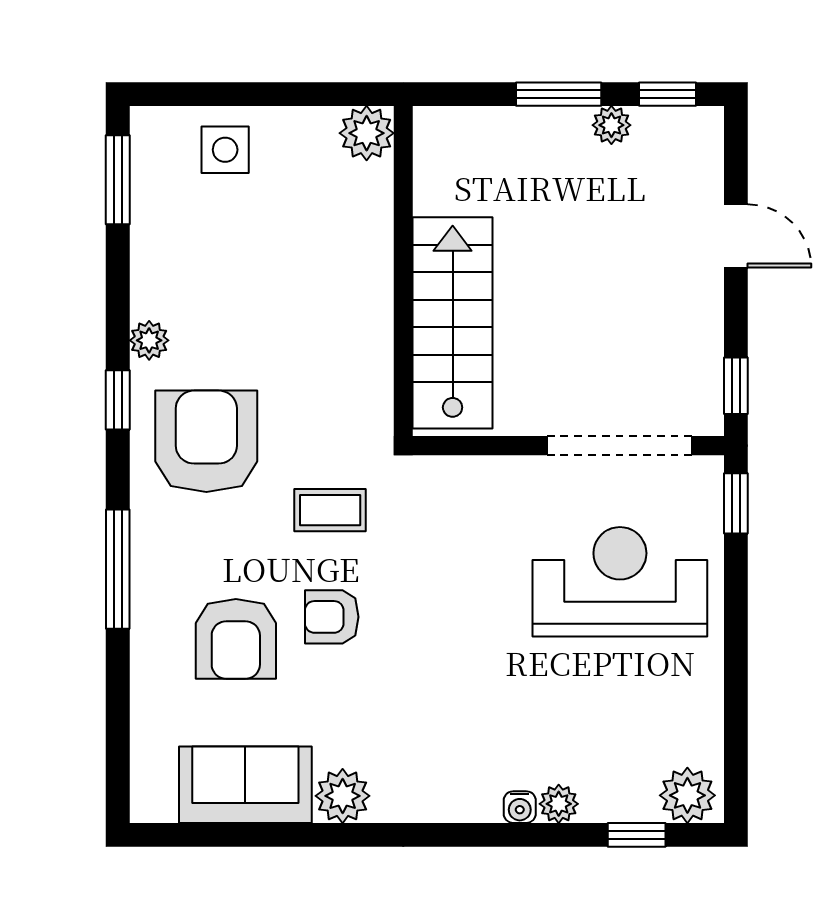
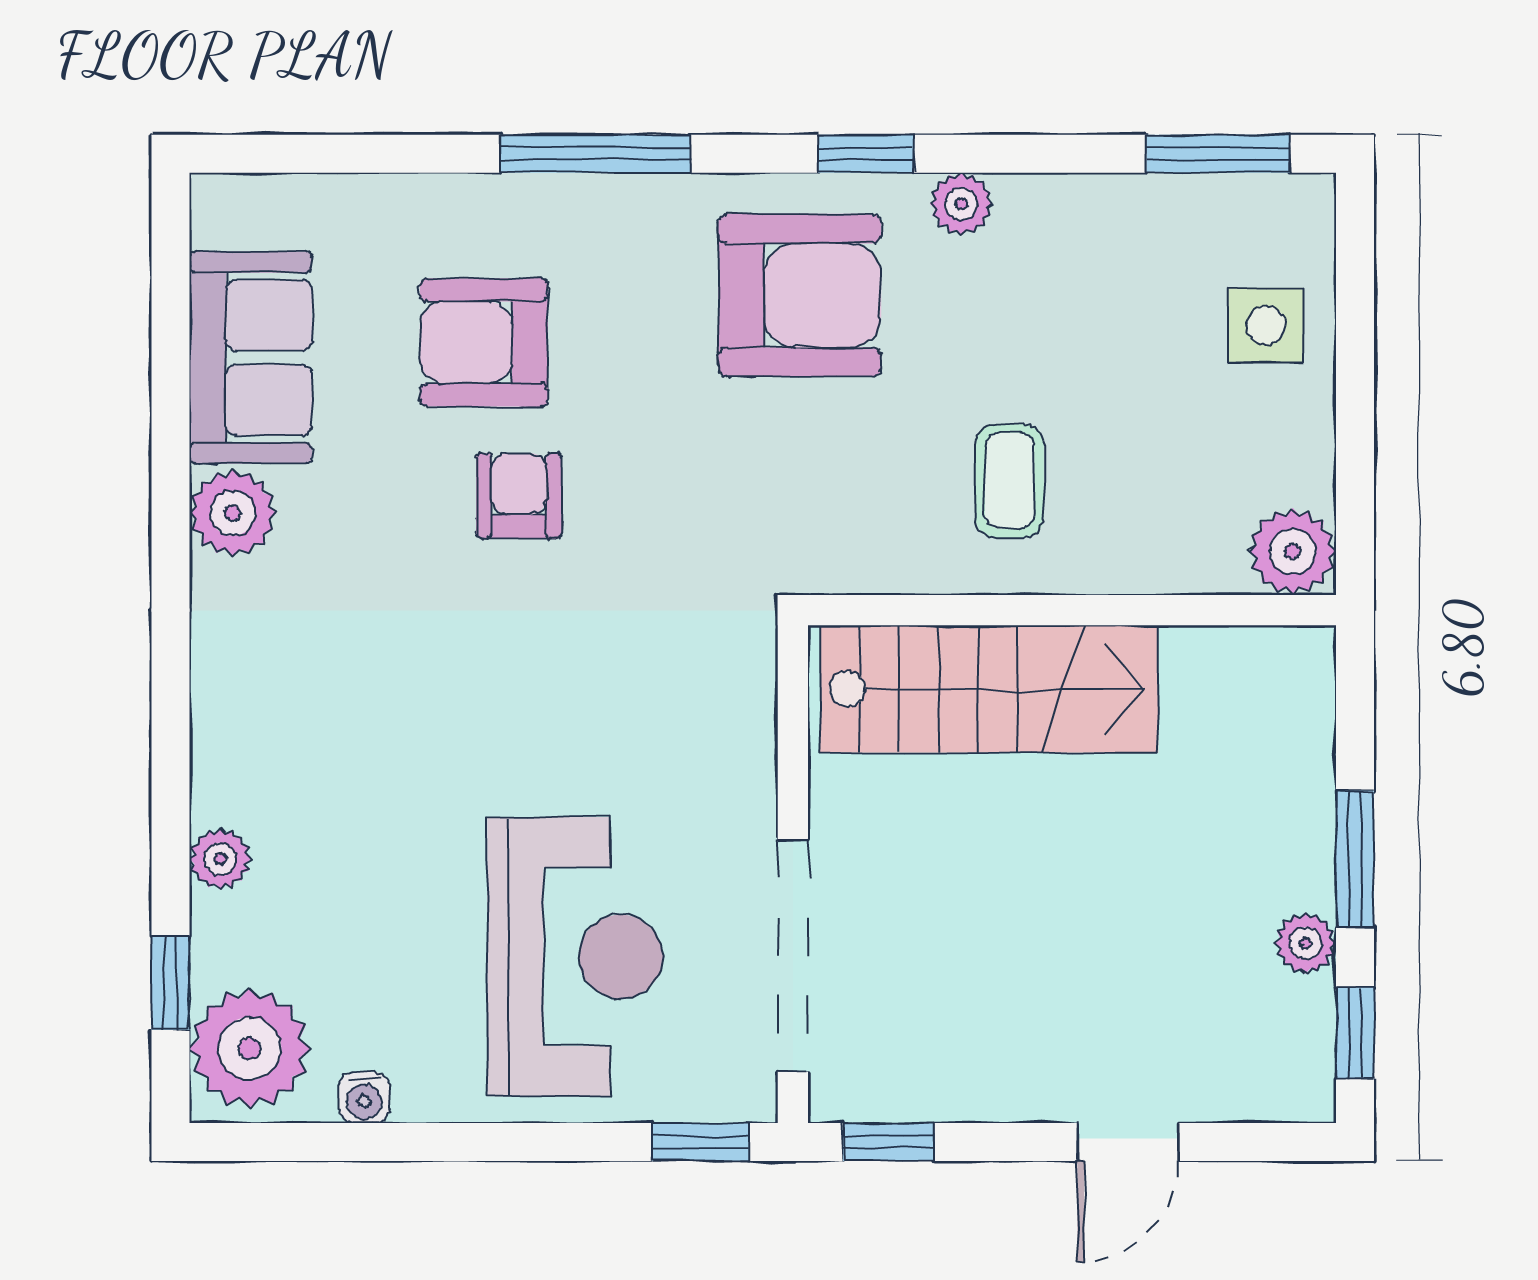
coffee table: (330, 510) -> (1010, 481), moved
plant: (687, 795) -> (250, 1048), width x1.36, depth x1.36
water cooler: (520, 807) -> (364, 1098), moved, turned -90

